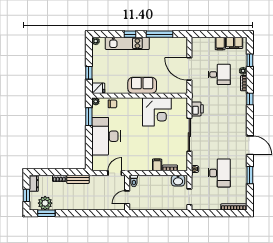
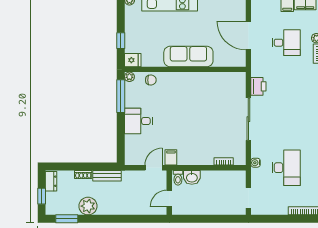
sofa: (142, 85) -> (188, 56), width x1.36
corner desk: (157, 112) -> (207, 90), removed
window: (89, 117) -> (121, 96), width x1.44
desk: (106, 136) -> (138, 121), width x0.53, depth x0.77
filing cabinet: (157, 165) -> (171, 157), moved
washbasin: (178, 181) -> (192, 177), moved
plant: (45, 203) -> (88, 206), moved

